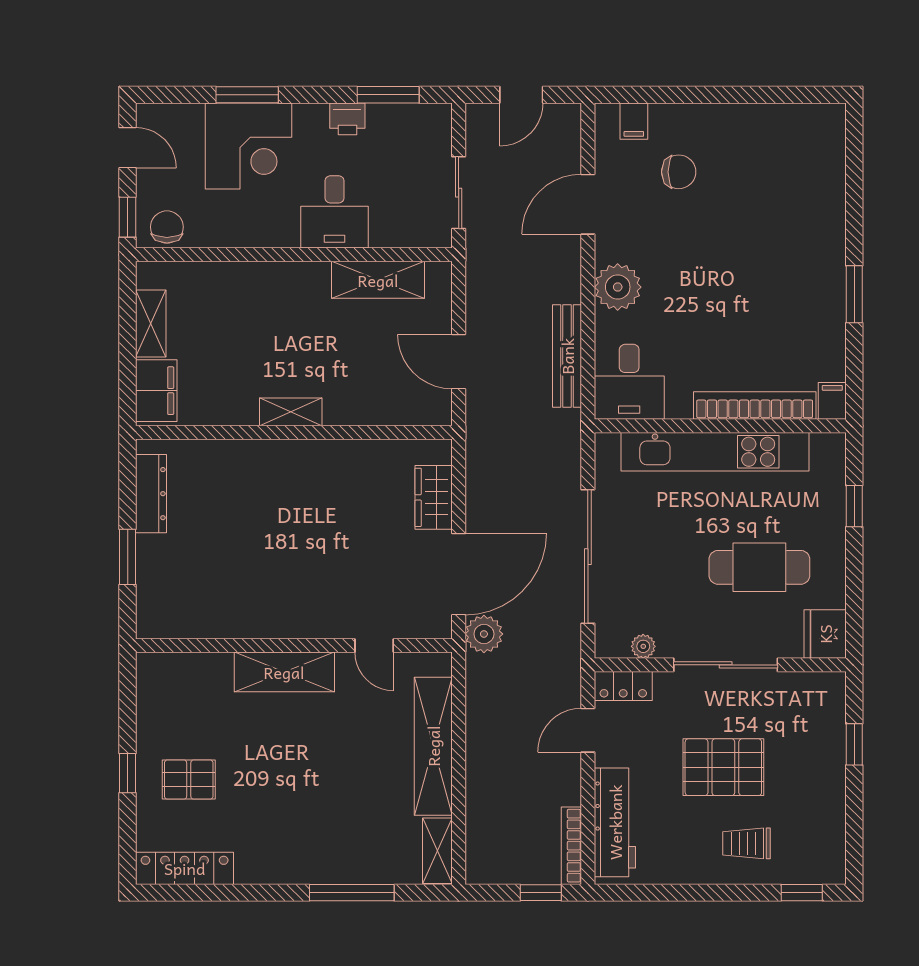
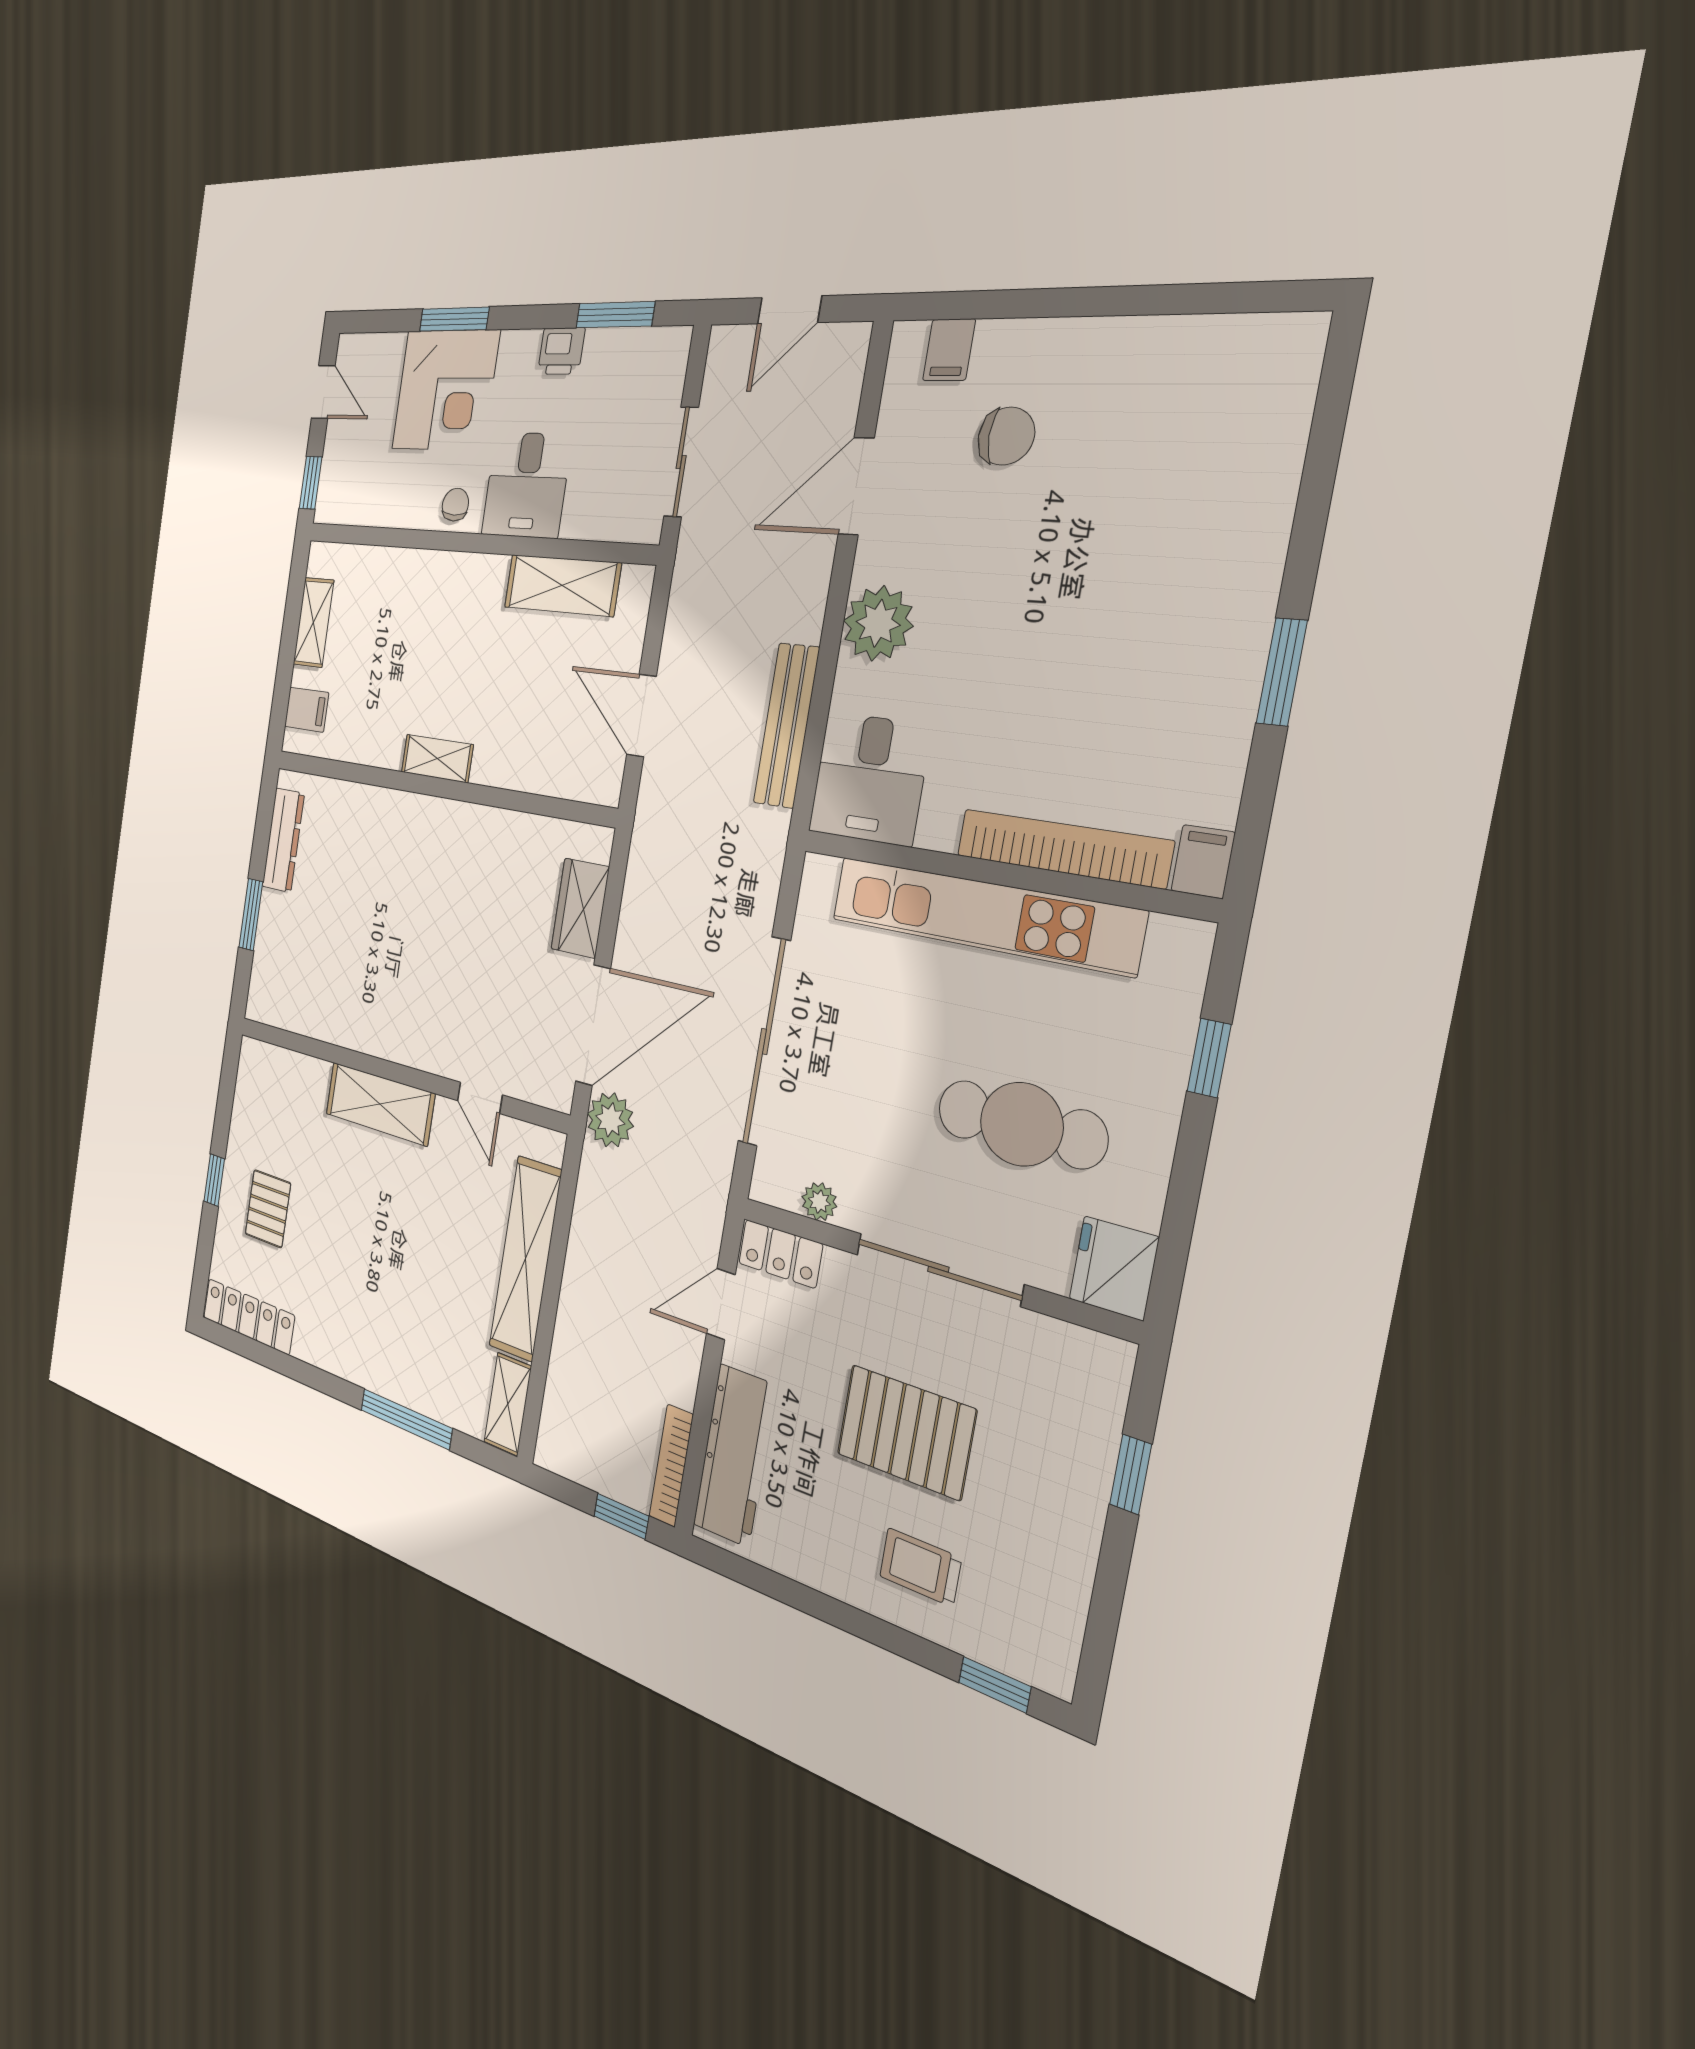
chair: (167, 227) -> (455, 505), moved, width x0.73, depth x0.73
filing cabinet: (156, 391) -> (307, 710), width x0.50
pallet: (189, 780) -> (268, 1209), turned 90

